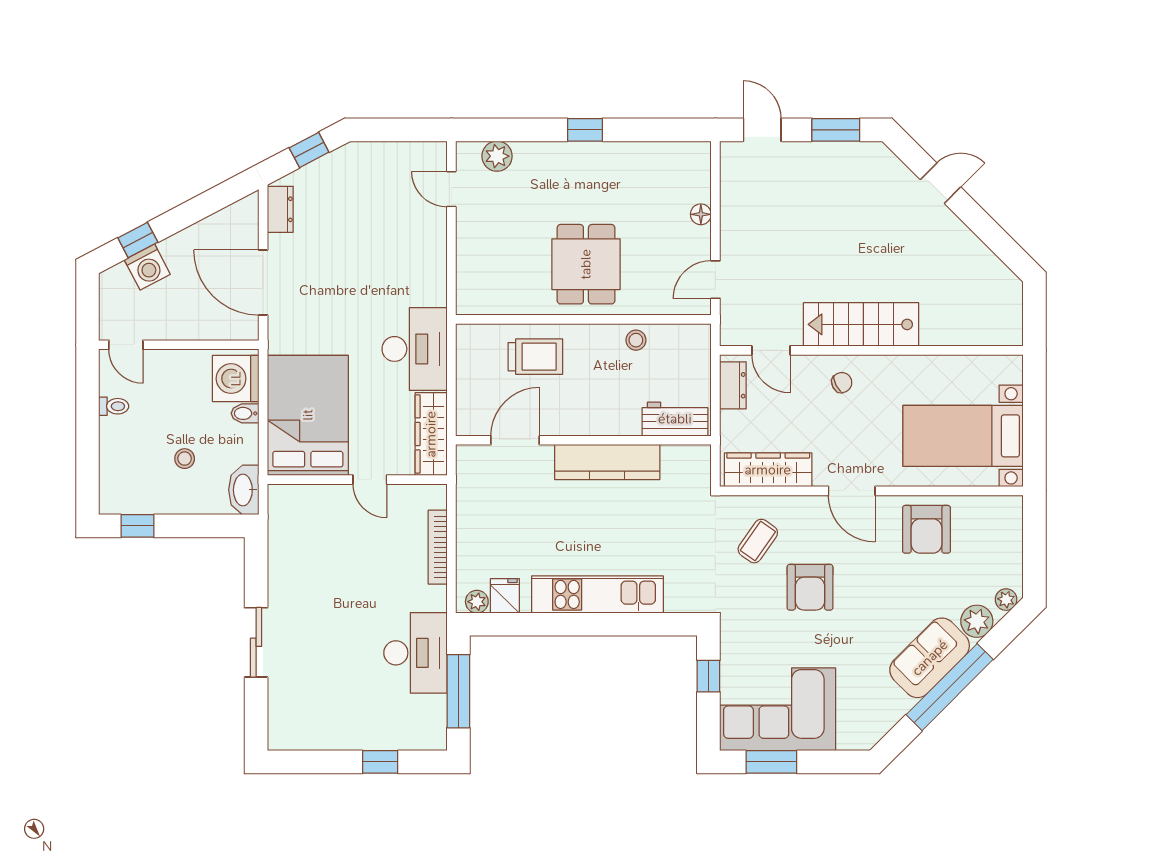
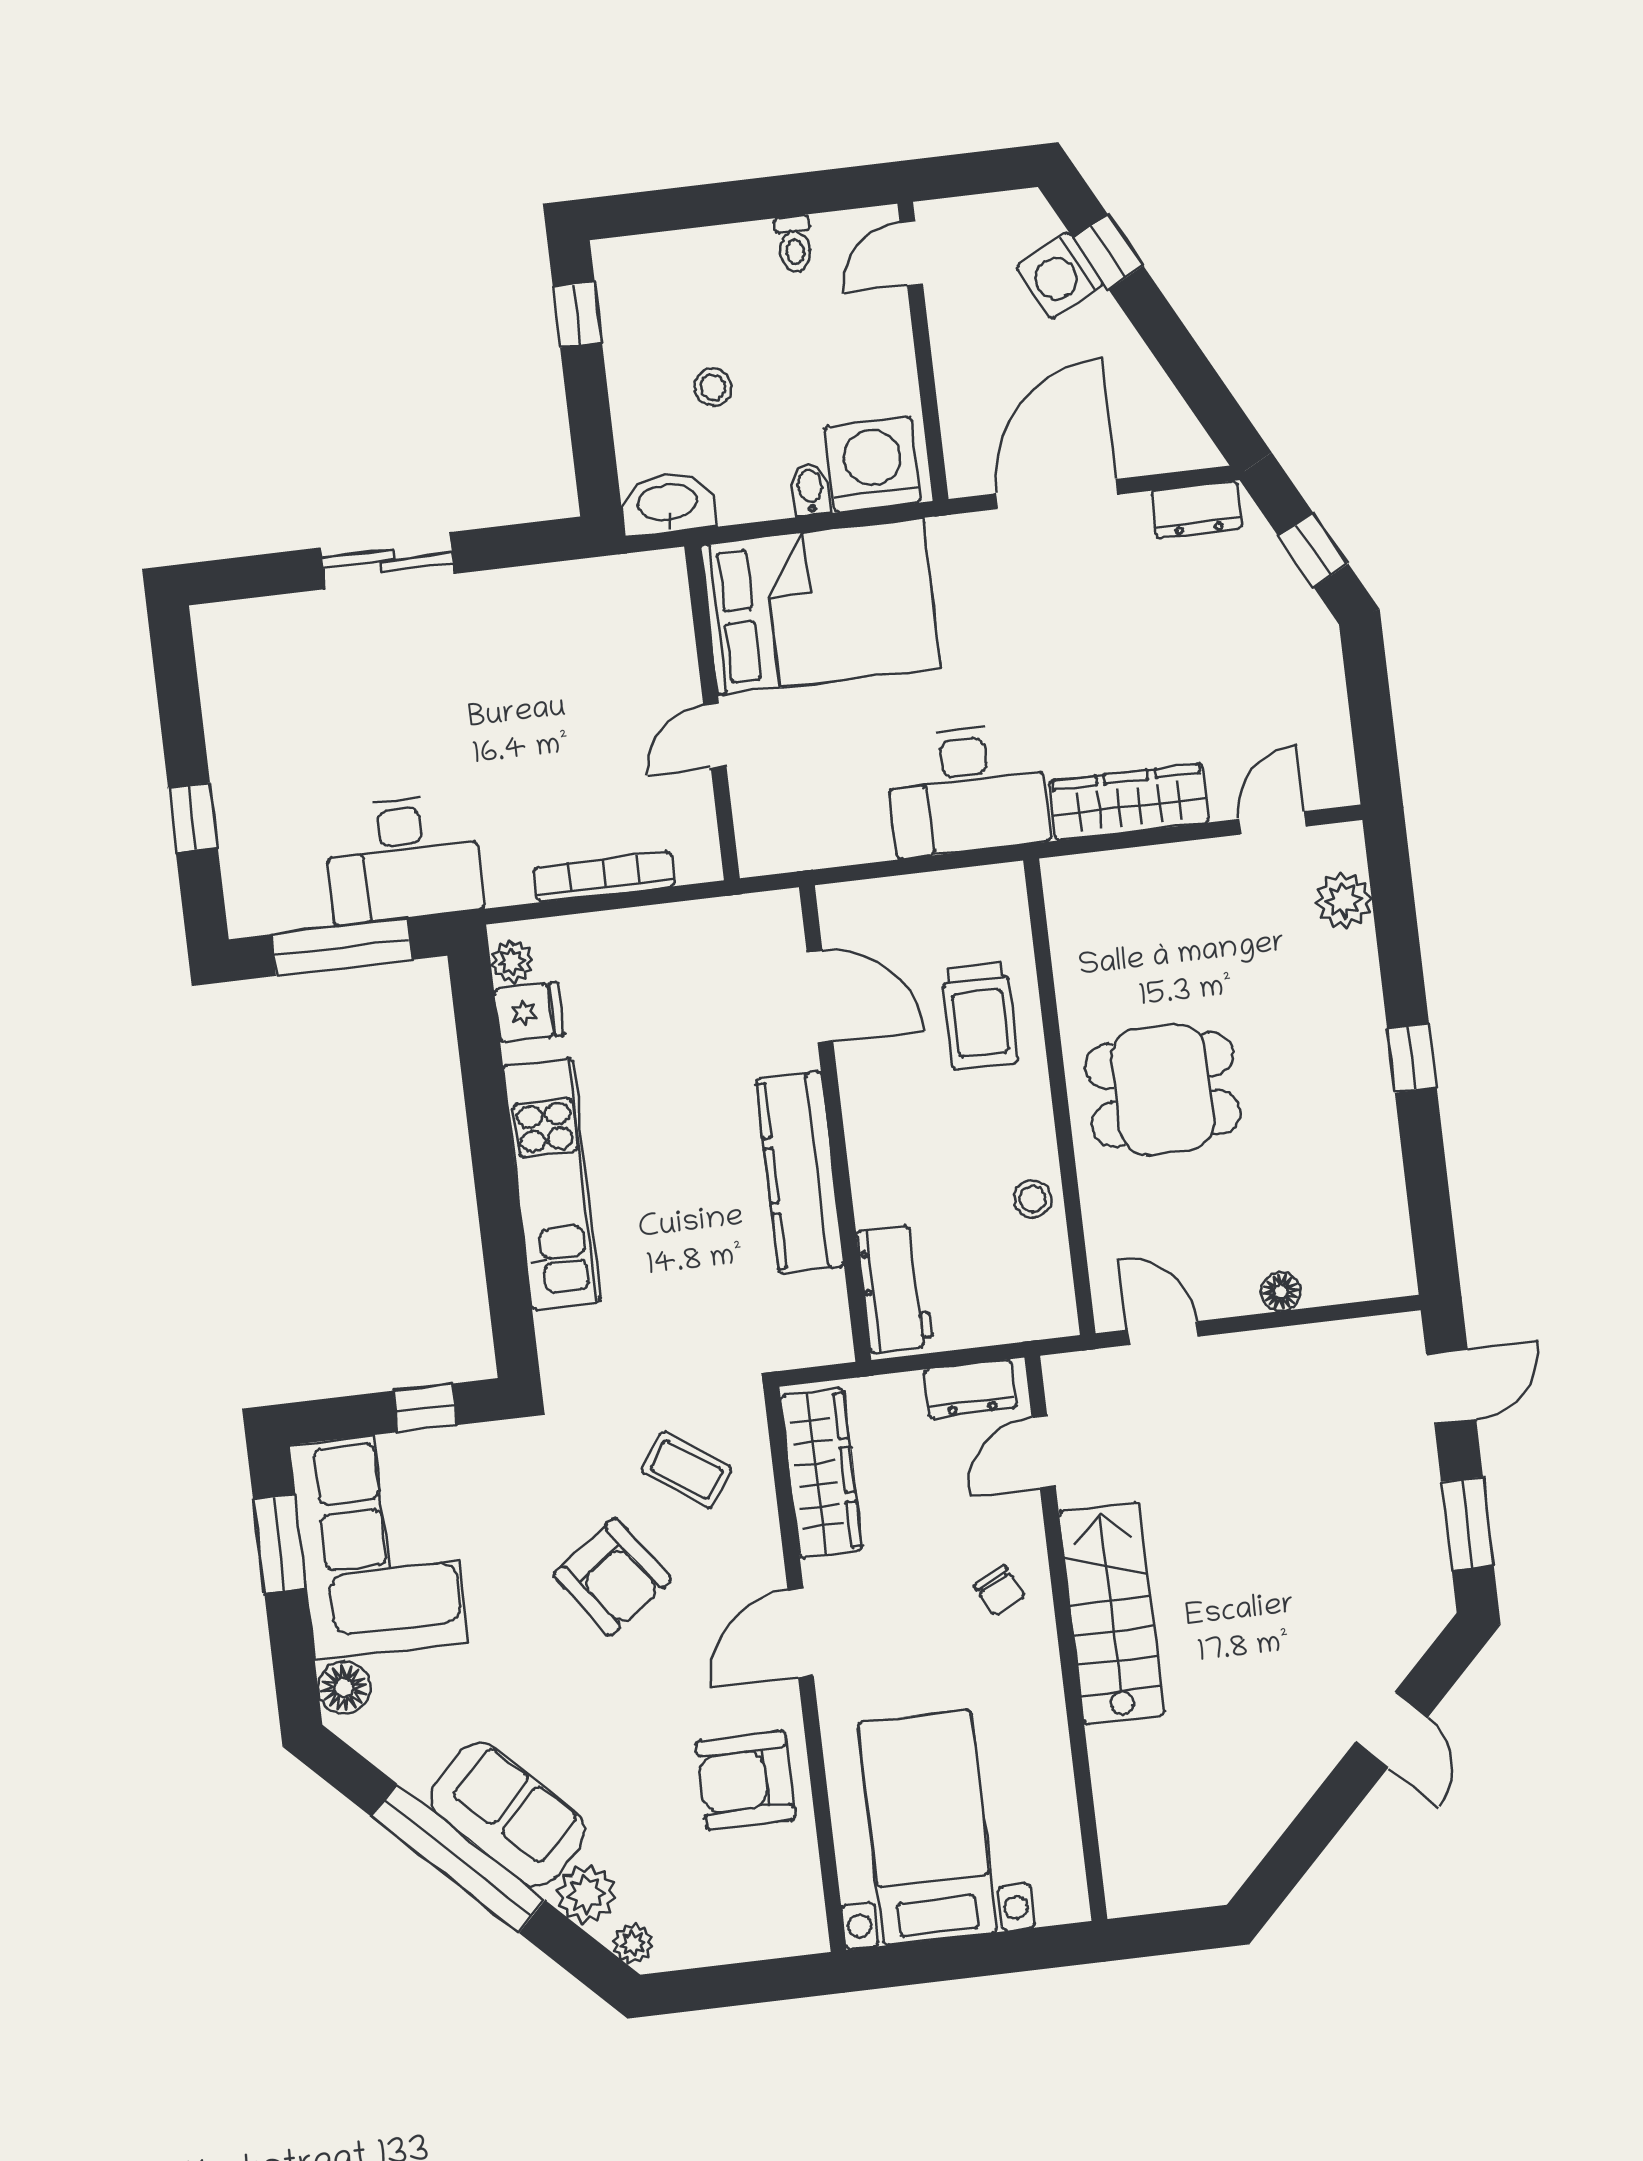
wardrobe: (431, 434) -> (1129, 802), moved
armchair: (810, 587) -> (612, 1577), turned -126
floor lamp: (852, 737) -> (344, 1688), added

